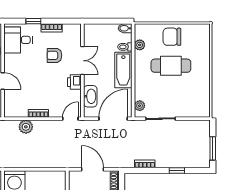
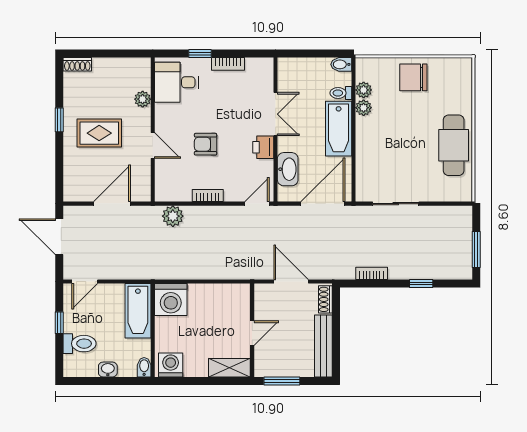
armchair: (54, 55) -> (205, 144), moved
cafe table: (171, 66) -> (454, 145), moved, turned 90
plant: (140, 106) -> (364, 108), moved
plant: (26, 127) -> (173, 216), moved

